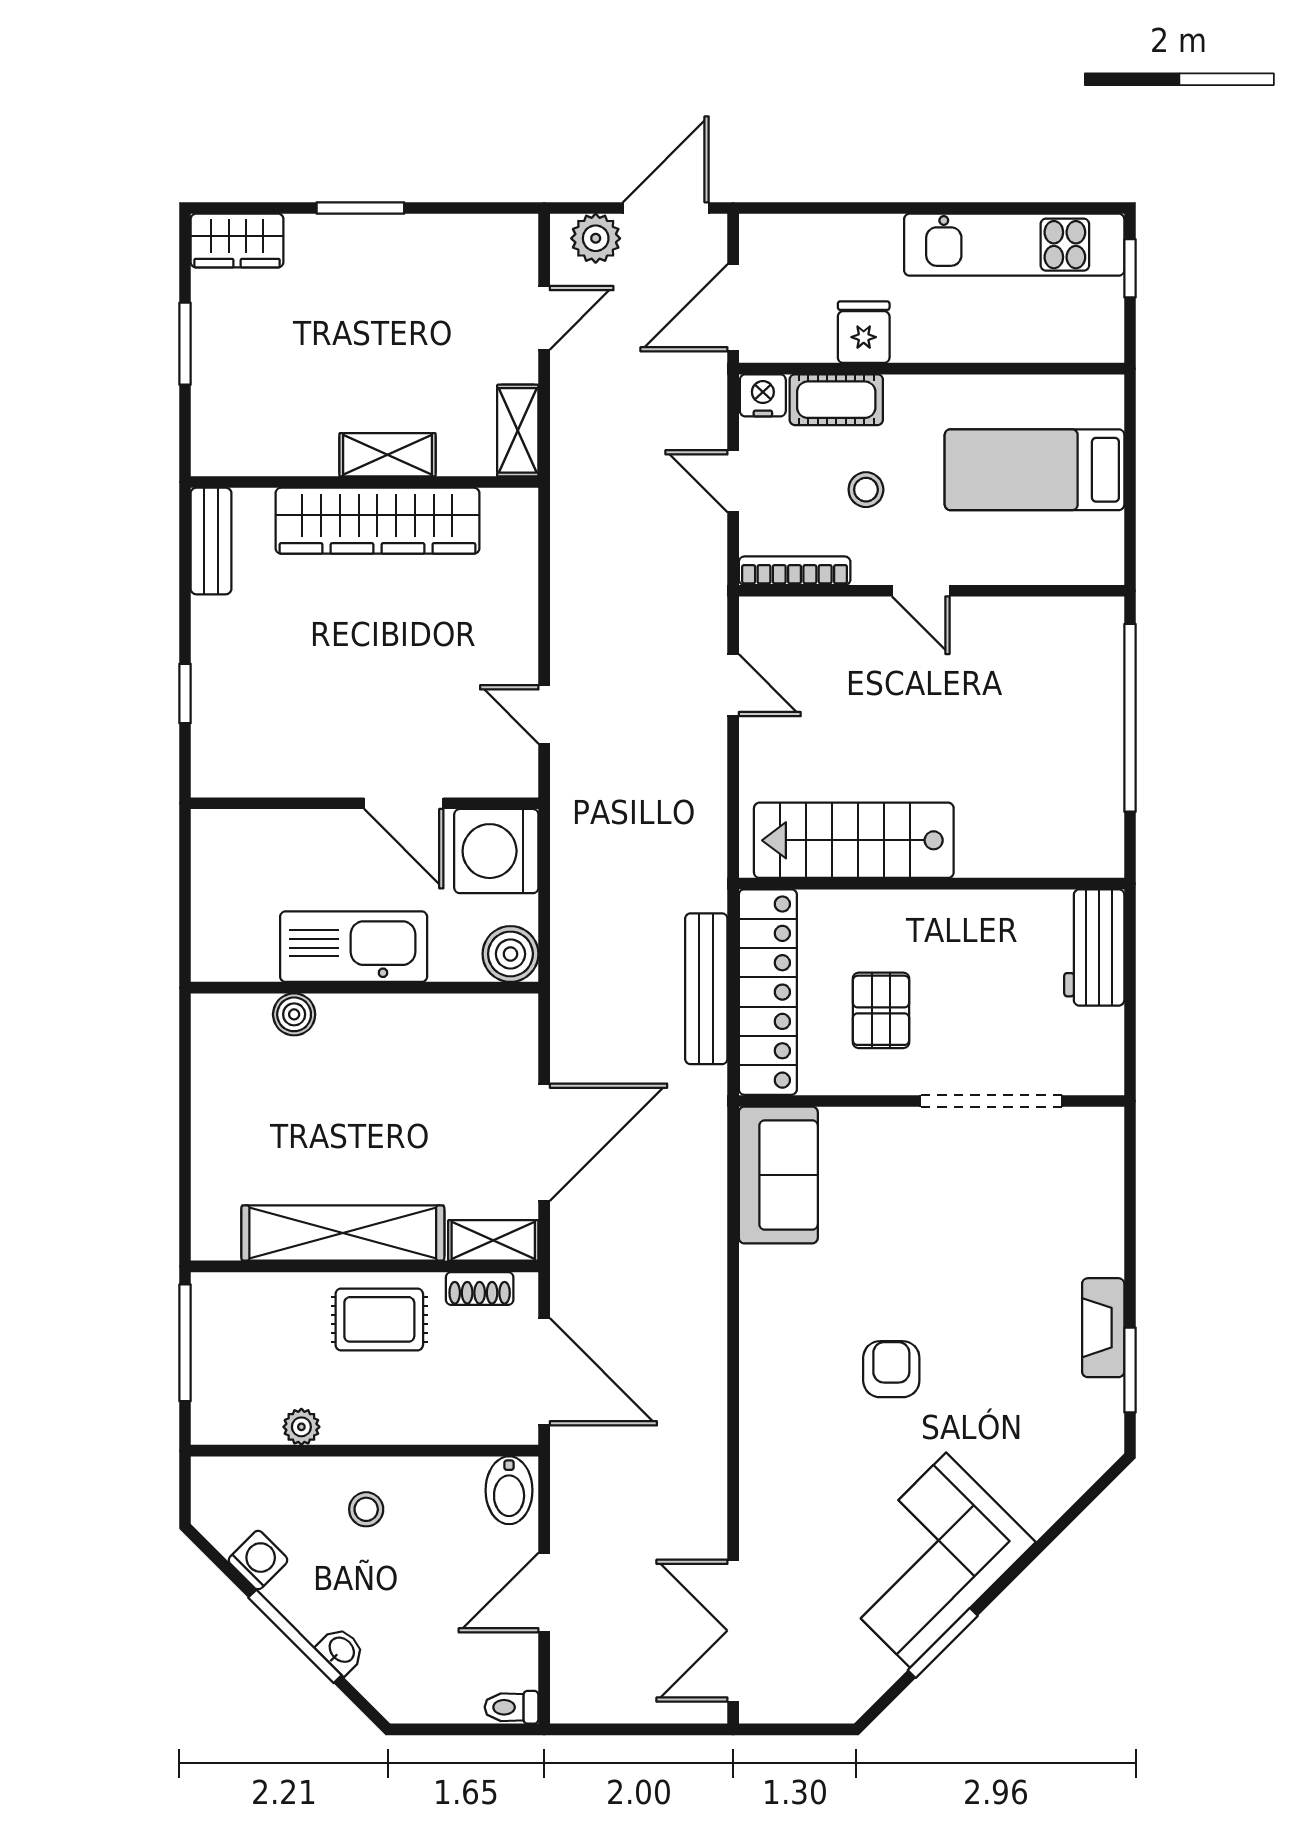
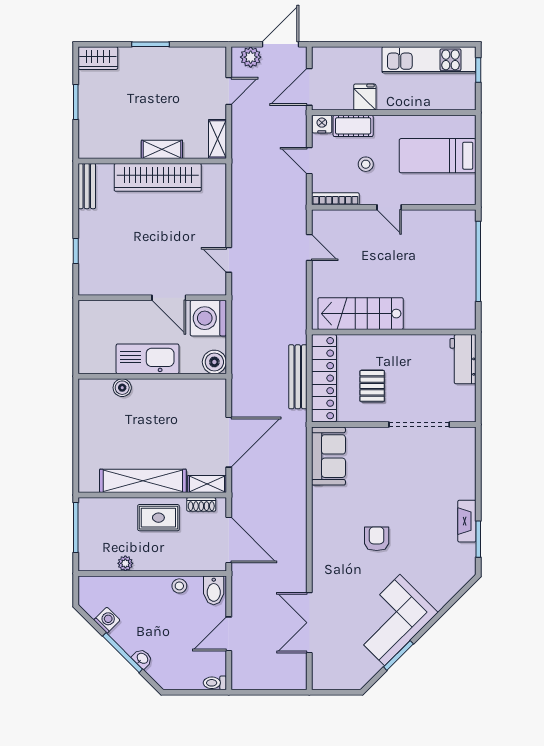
stool: (366, 1509) -> (179, 586), moved
double door: (733, 1631) -> (309, 623), moved

